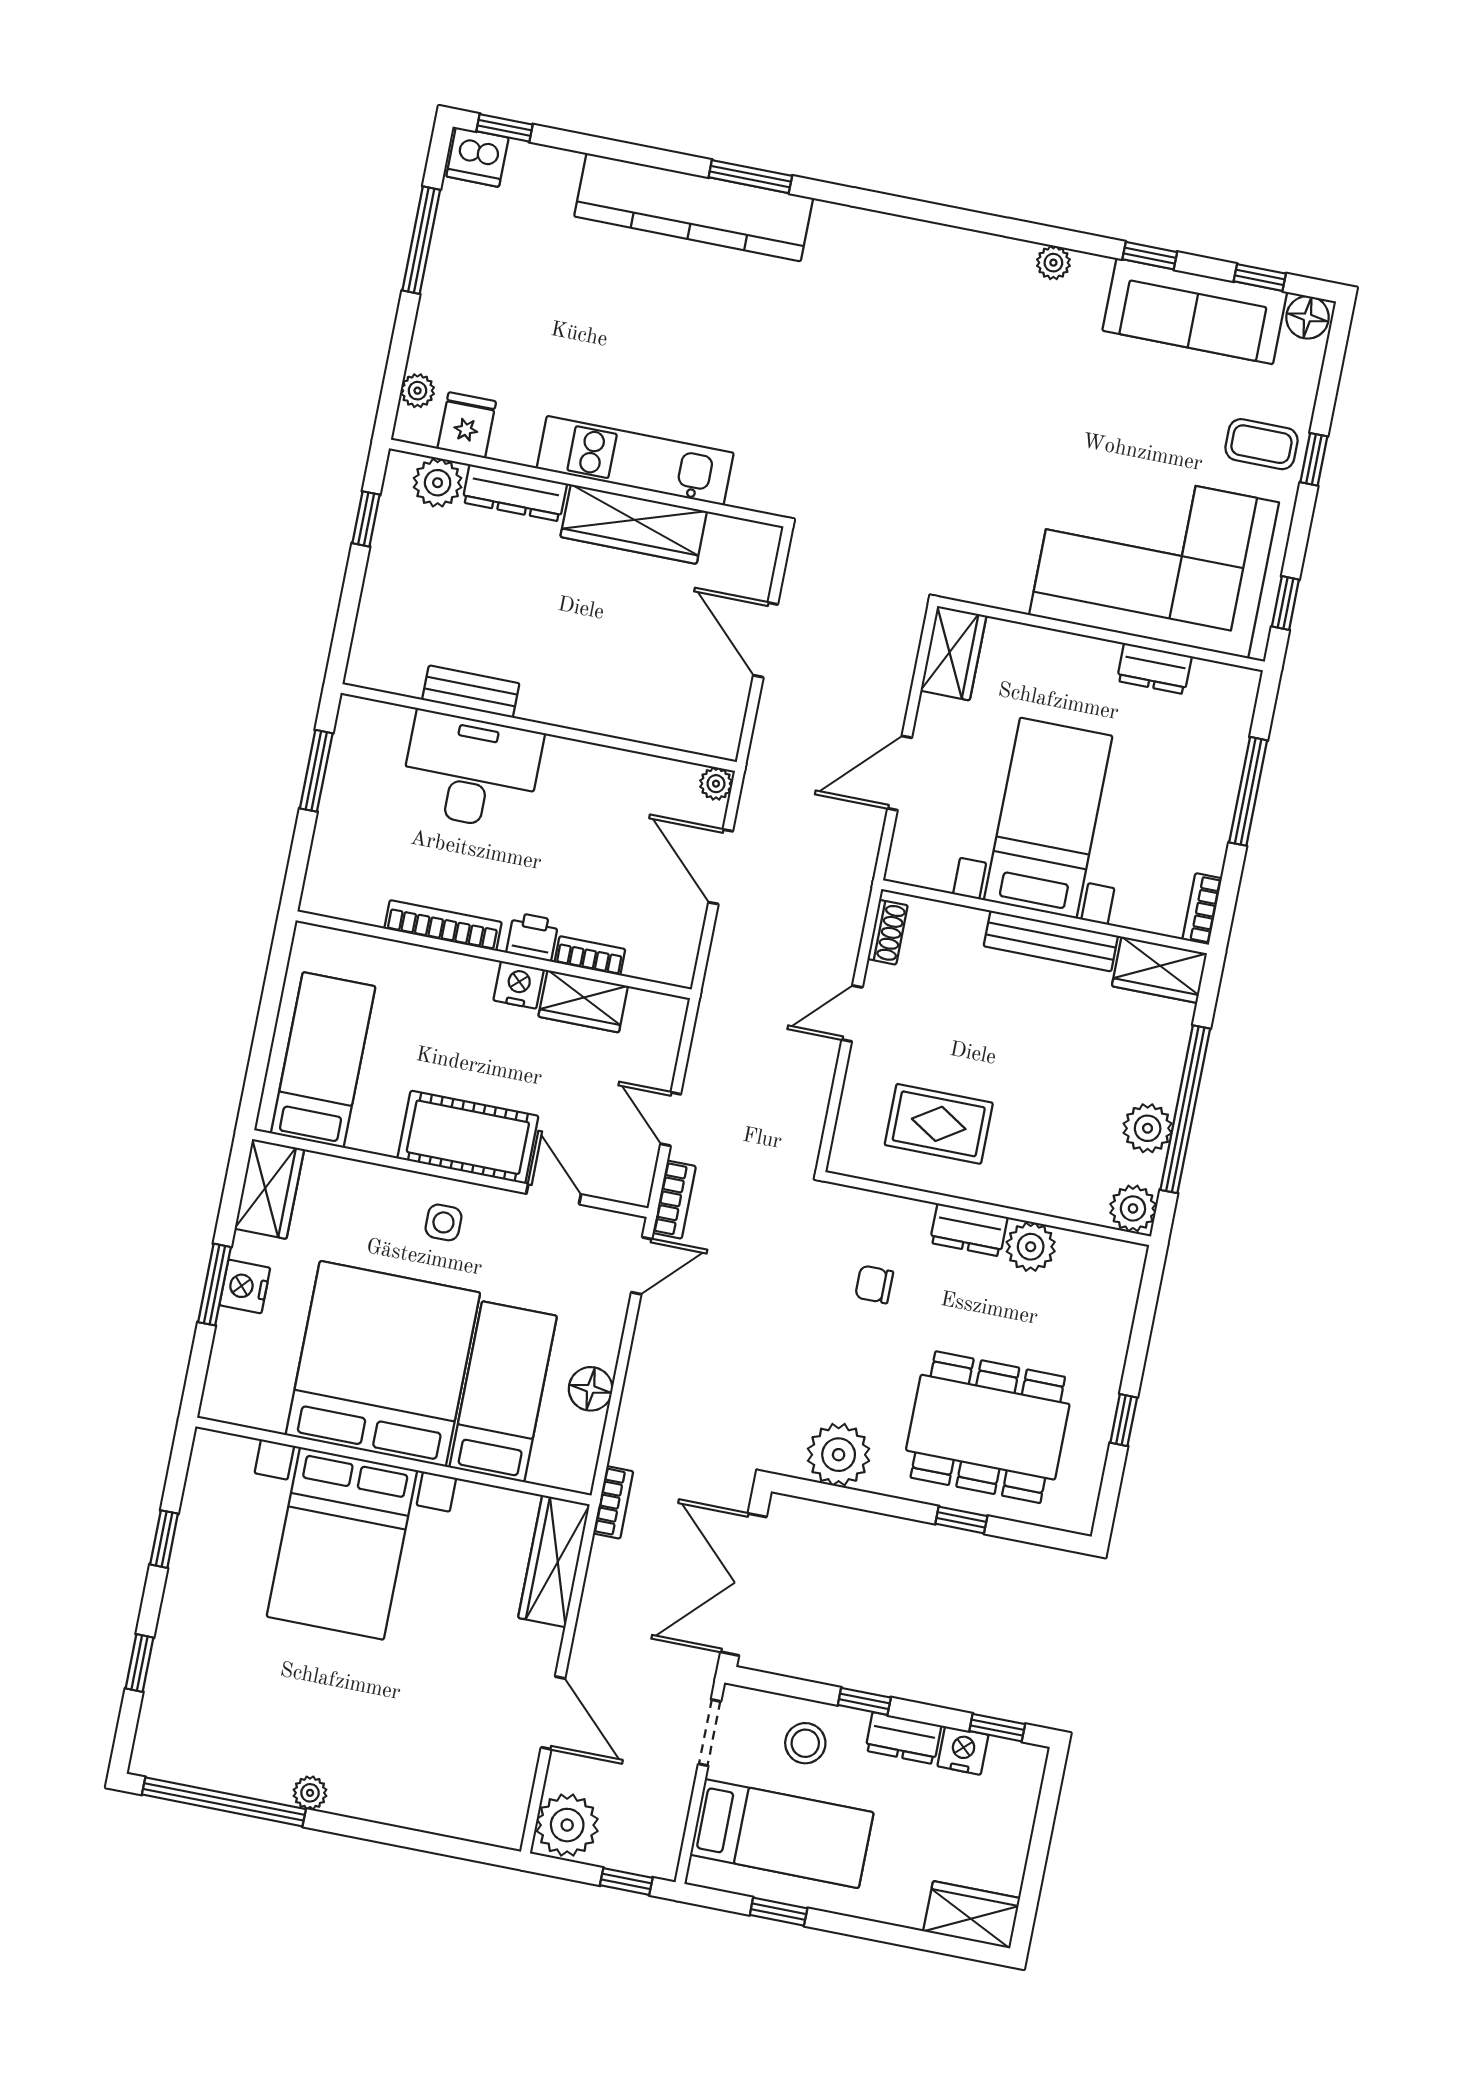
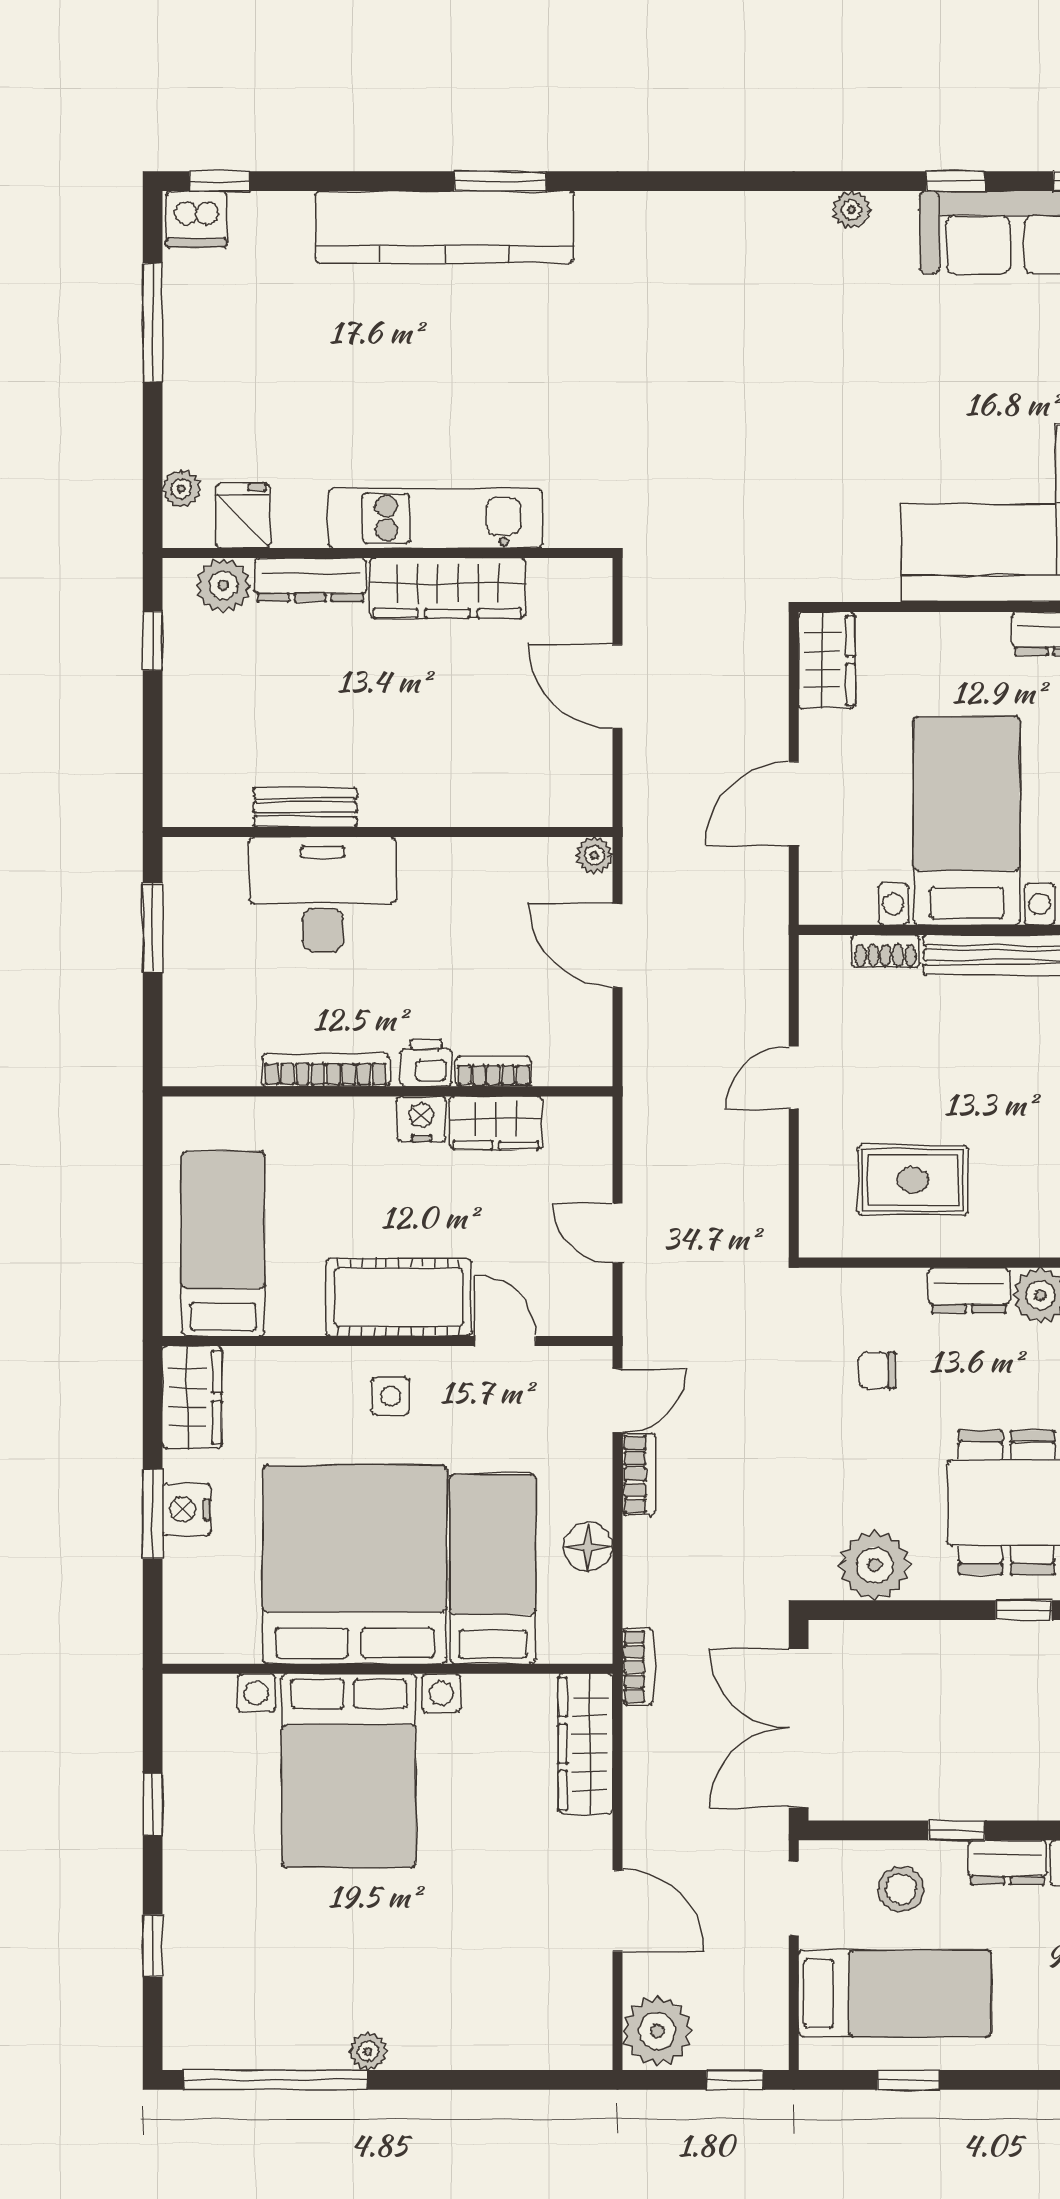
shoe rack: (888, 932) -> (886, 951), moved, turned 90
bookcase: (674, 1200) -> (639, 1474), moved

